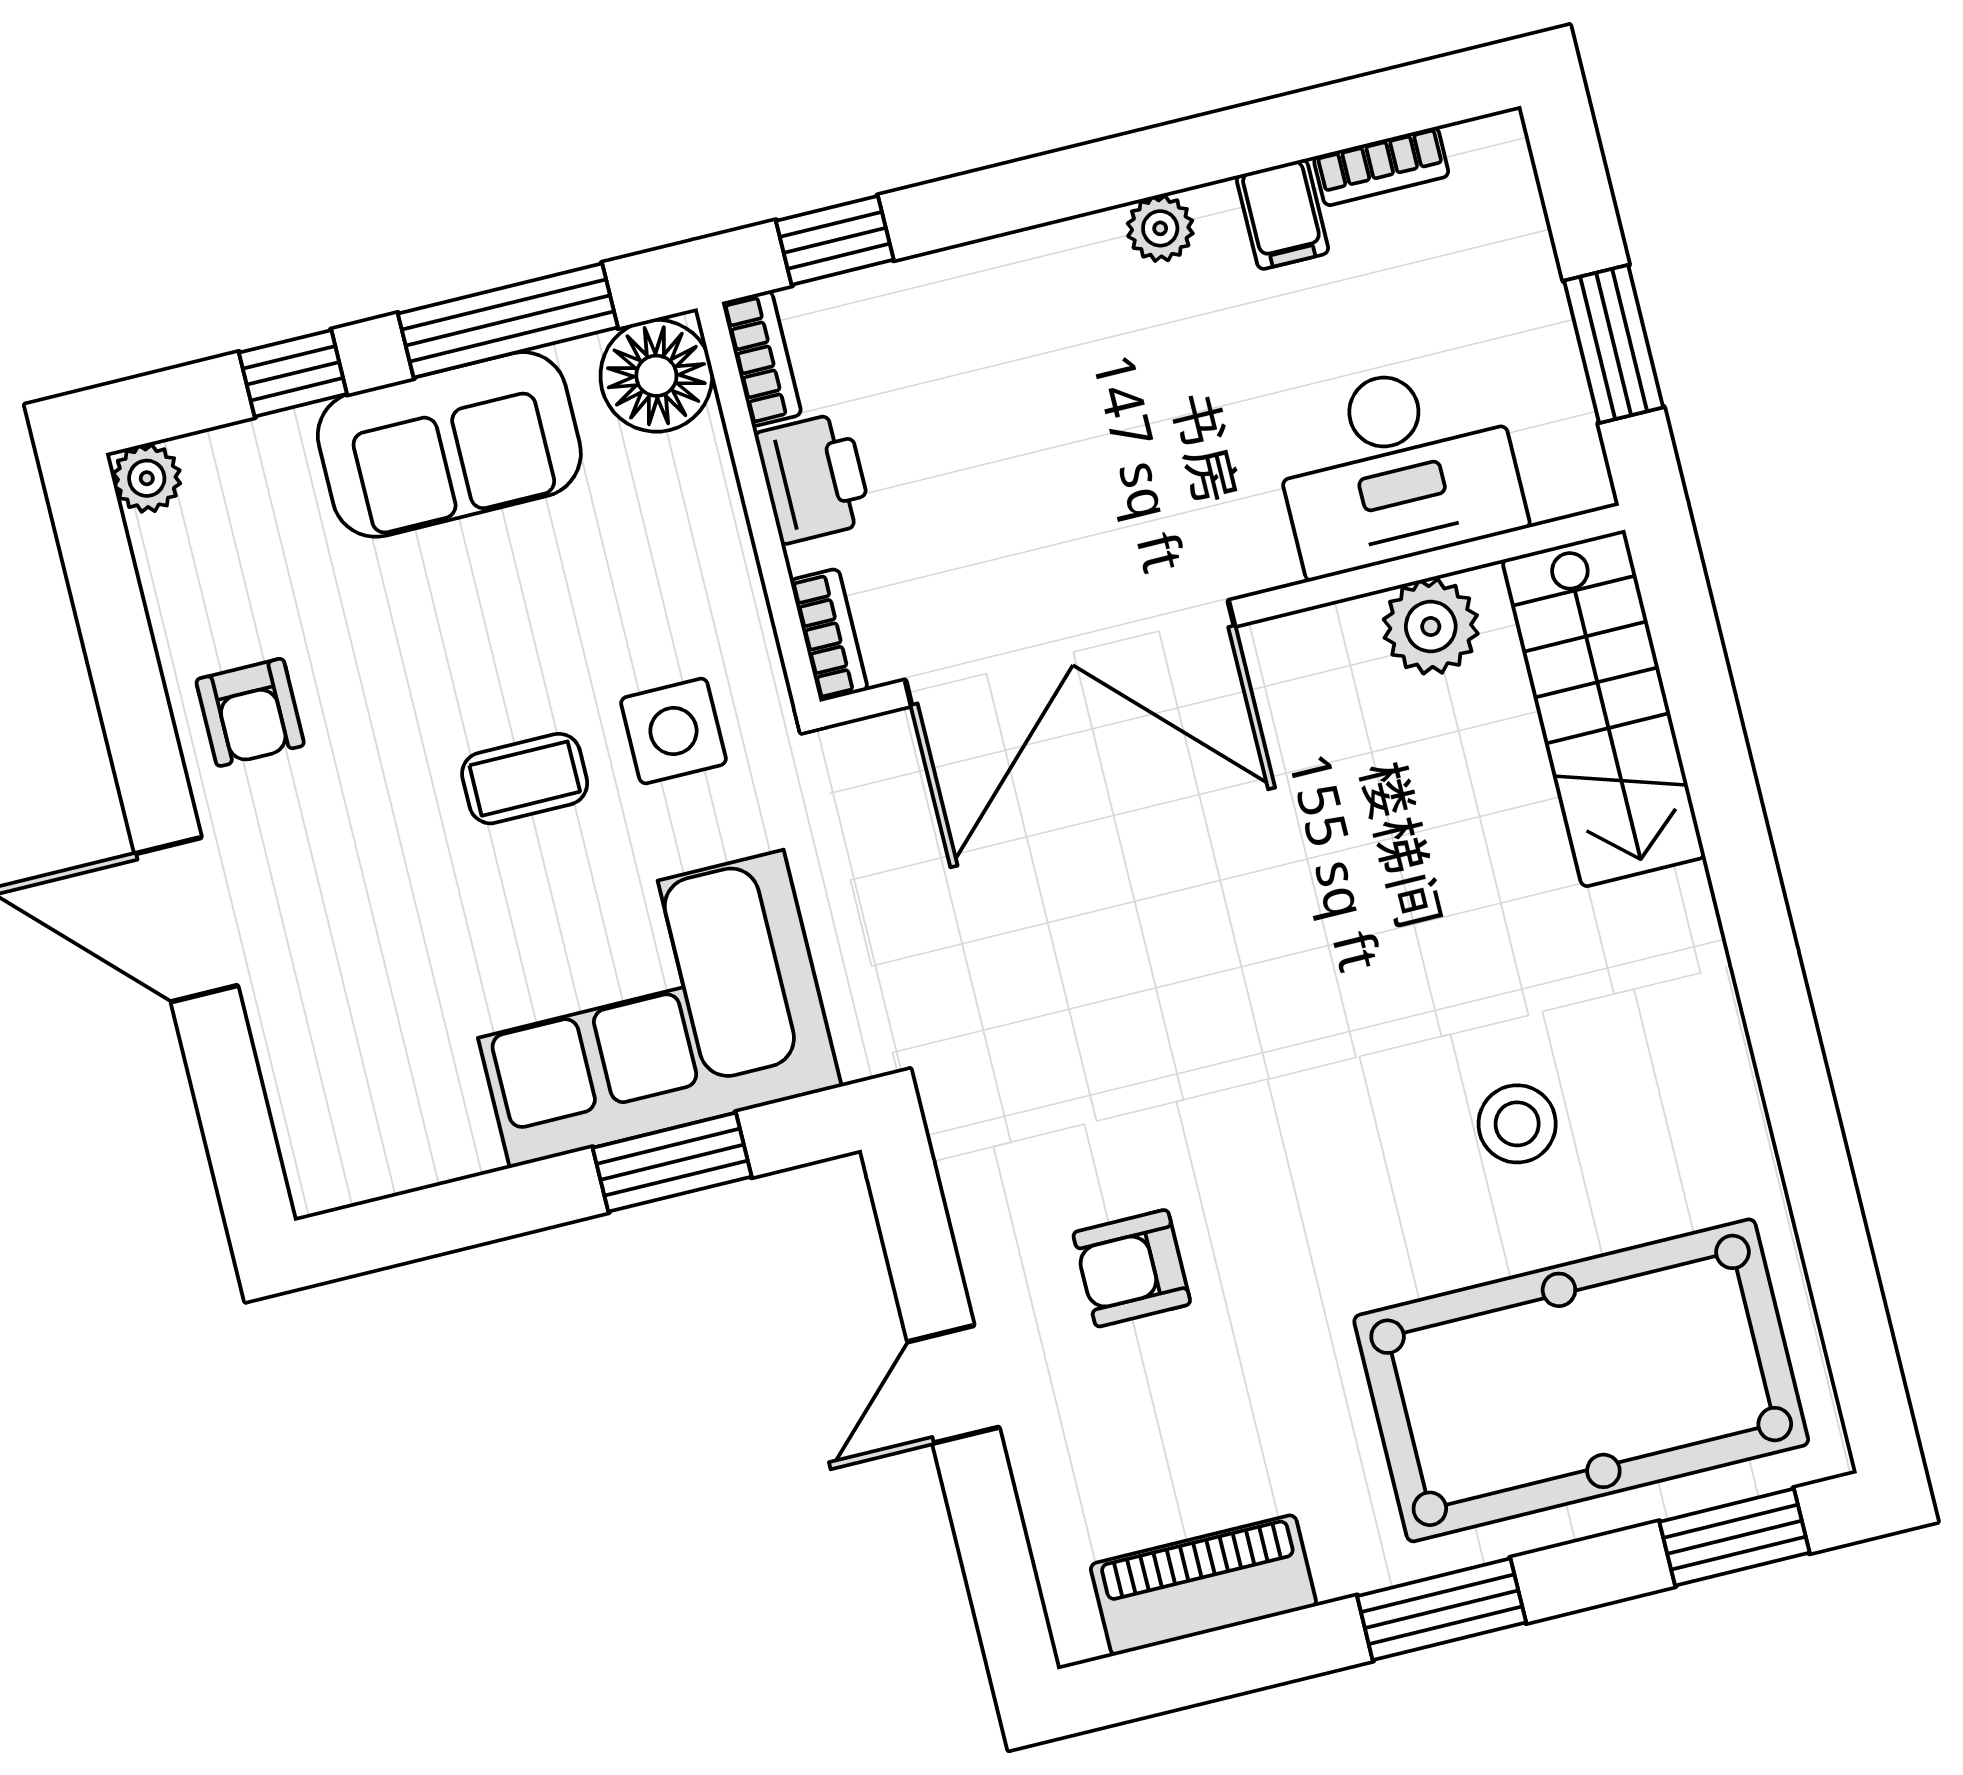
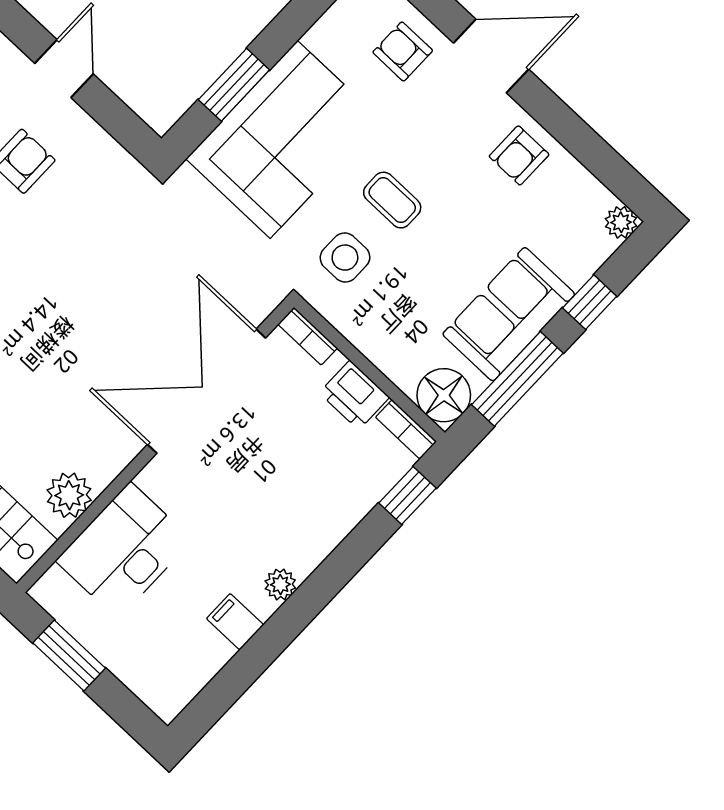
bookcase: (1381, 166) -> (208, 666), removed
armchair: (250, 712) -> (519, 155), turned -90
coffee table: (525, 779) -> (392, 200), turned 90
armchair: (337, 1028) -> (403, 51), added

